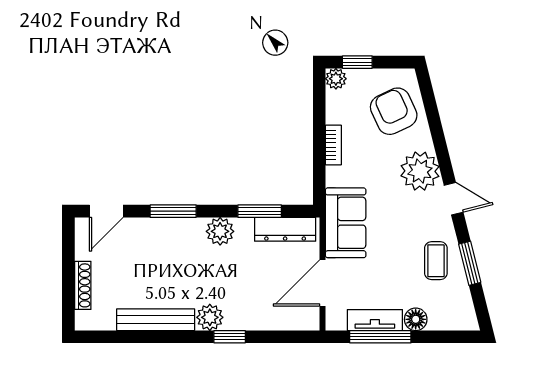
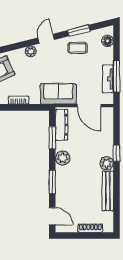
plant: (420, 171) -> (31, 51), width x0.53, depth x0.53
floor lamp: (416, 319) -> (108, 41), moved

